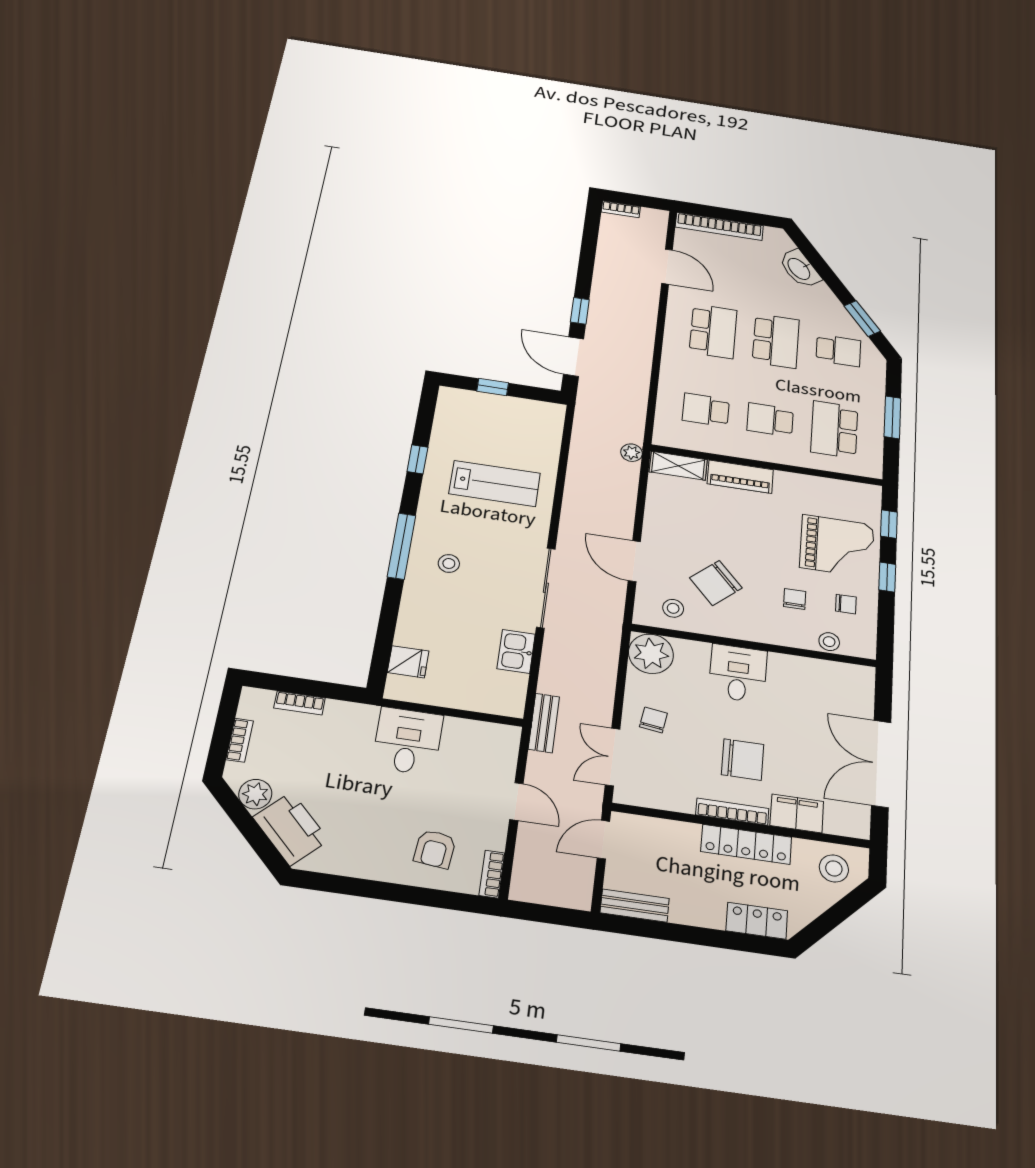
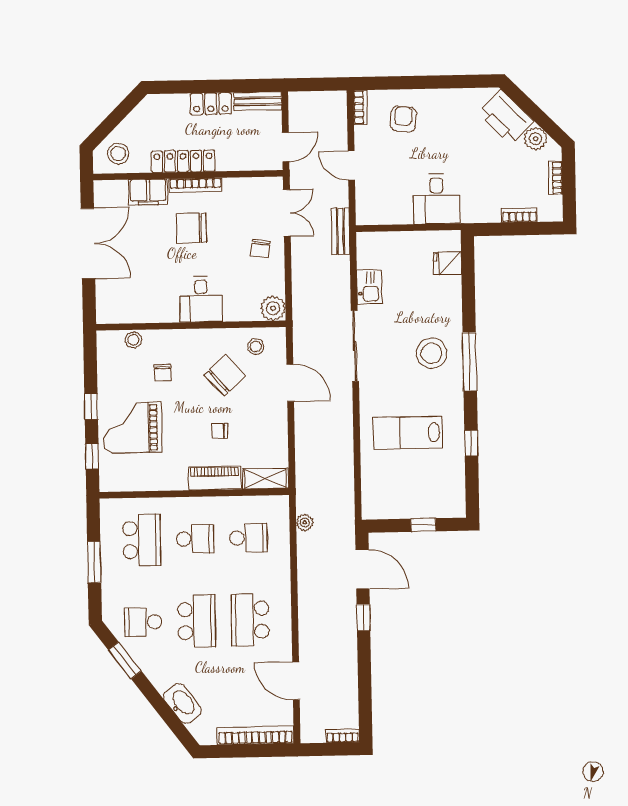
school desk: (776, 341) -> (197, 621), turned 180
plant: (632, 453) -> (305, 522), moved
stool: (449, 563) -> (431, 353), width x1.89, depth x1.89
chair: (846, 604) -> (220, 431), moved
plant: (651, 654) -> (273, 308), width x0.73, depth x0.73
locker: (757, 921) -> (211, 104), moved

